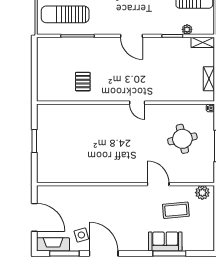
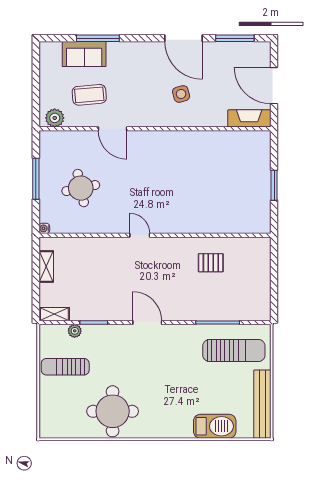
pallet: (83, 82) -> (211, 263), turned 90
side table: (81, 235) -> (181, 94), moved
sofa: (165, 241) -> (84, 54), moved
fireplace: (53, 244) -> (249, 118), moved, turned 180

